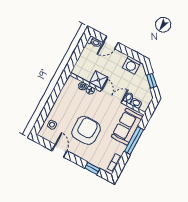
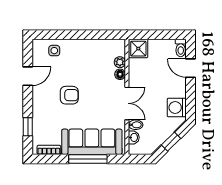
shower: (98, 80) -> (138, 49), moved
sofa: (127, 127) -> (92, 142), width x1.36
armchair: (86, 130) -> (69, 95), width x0.53, depth x0.53

